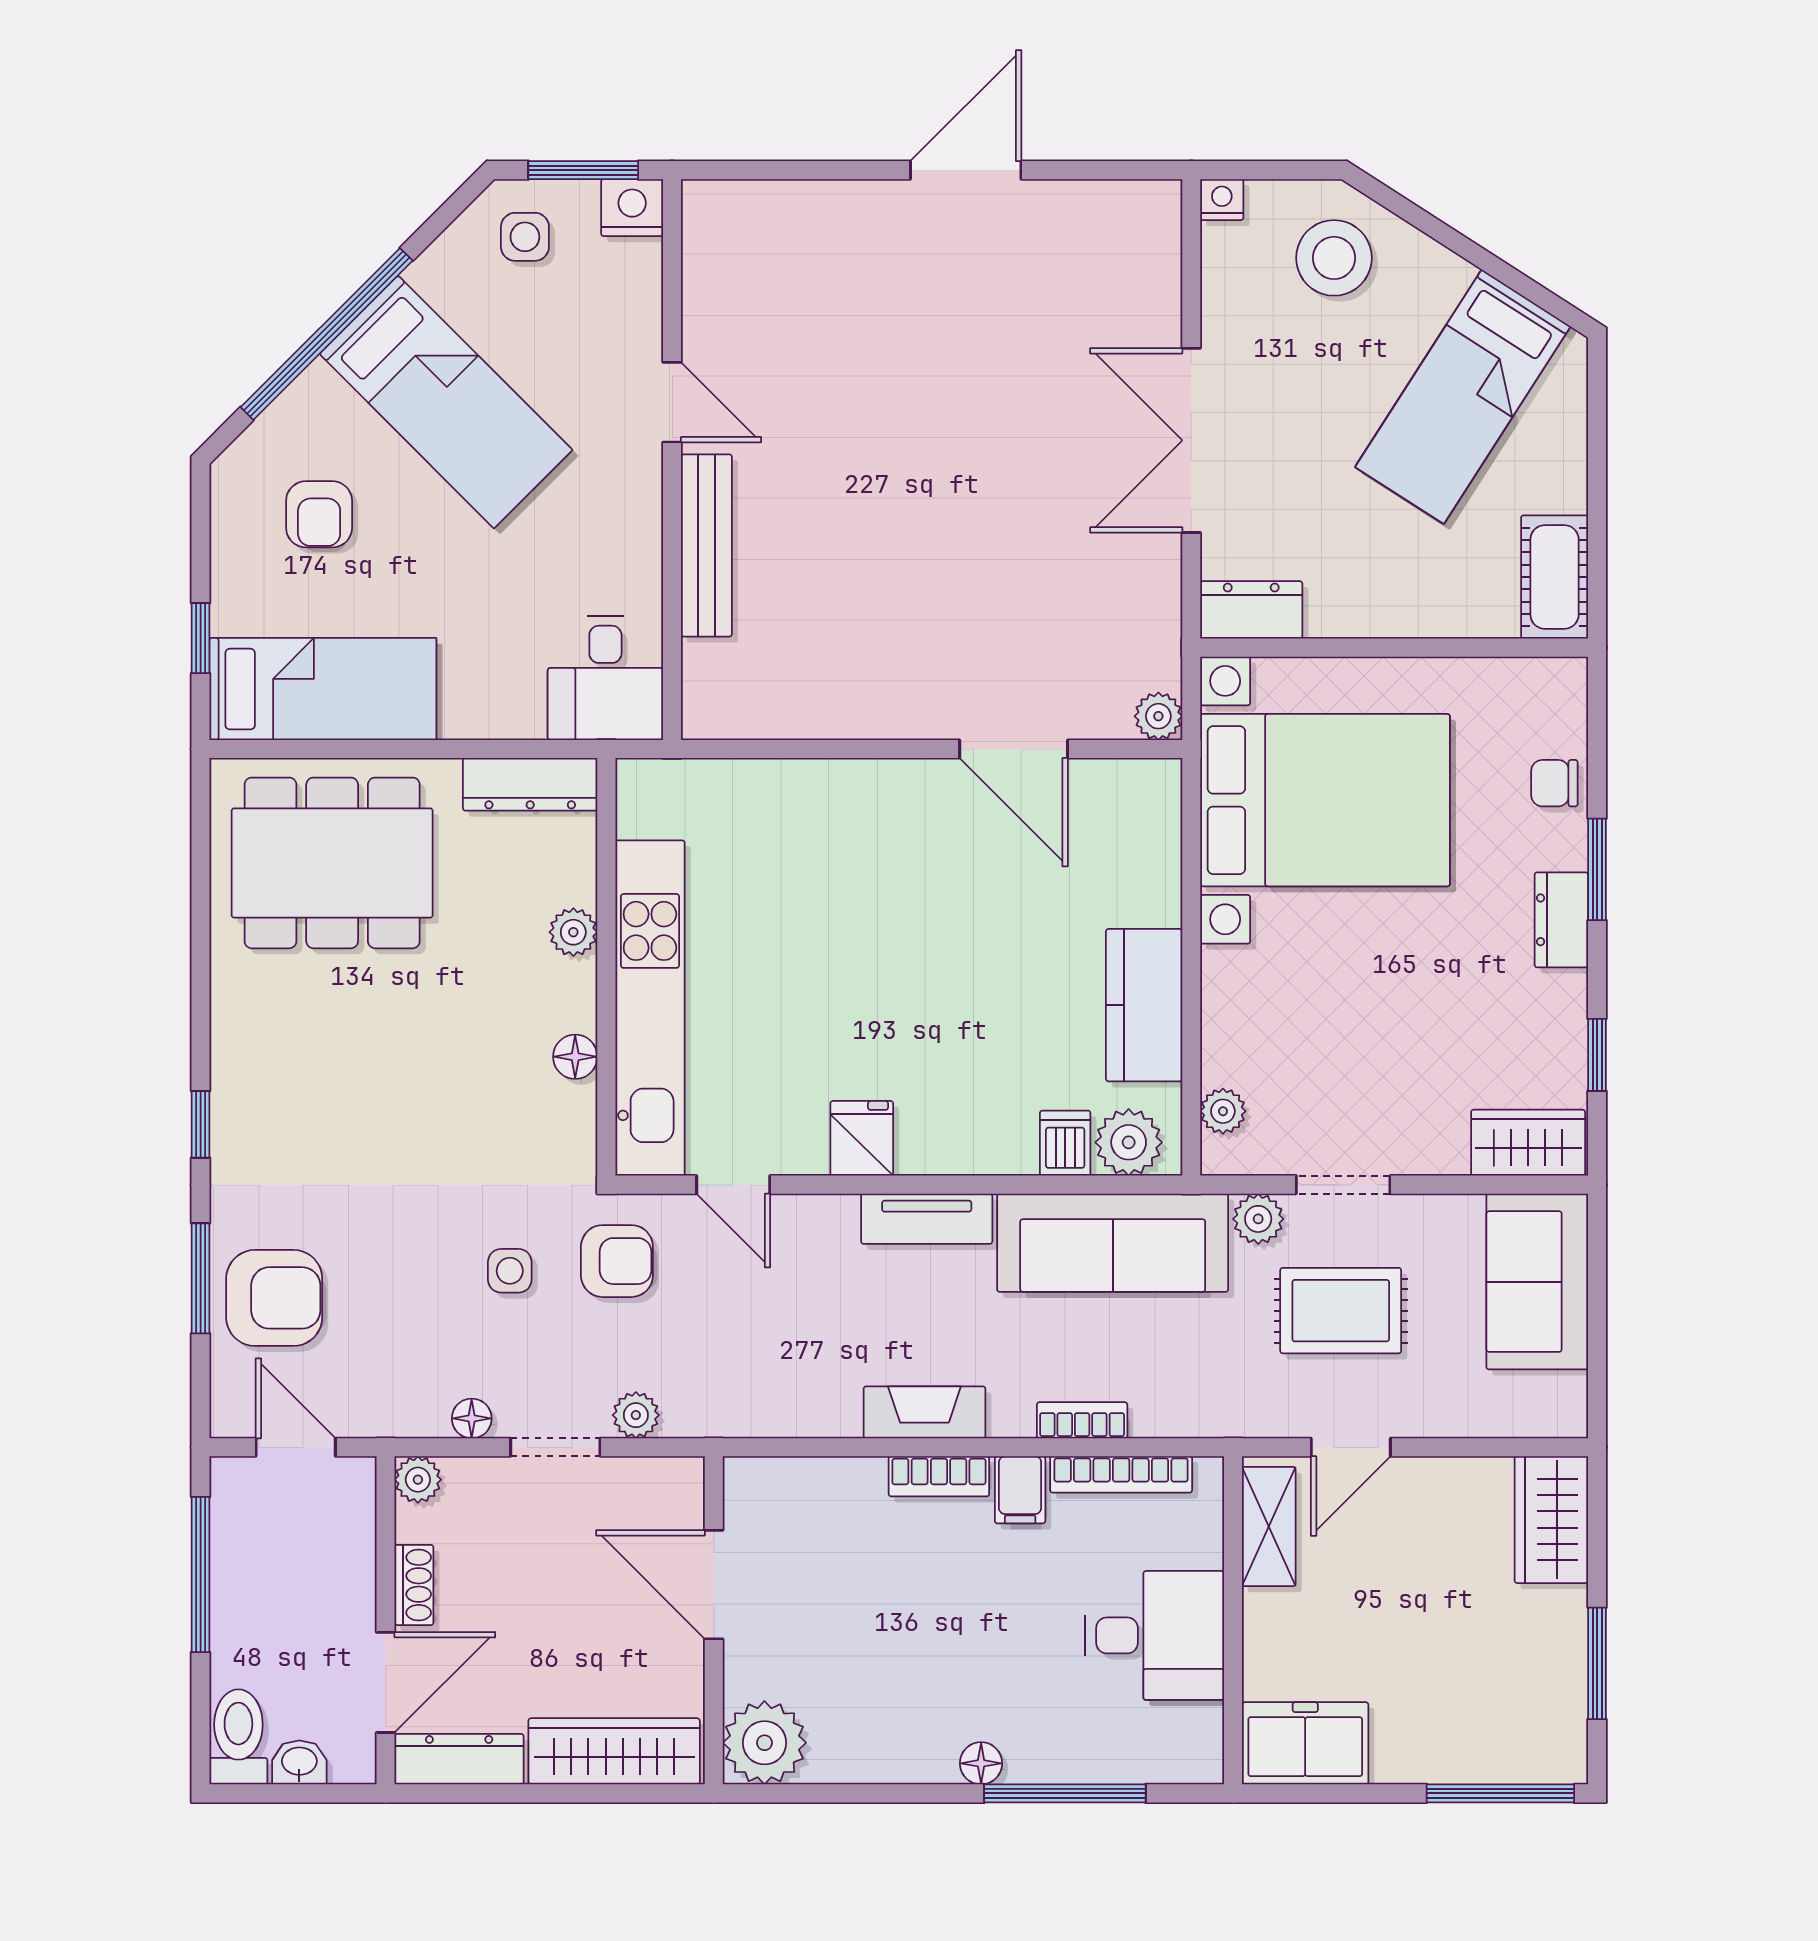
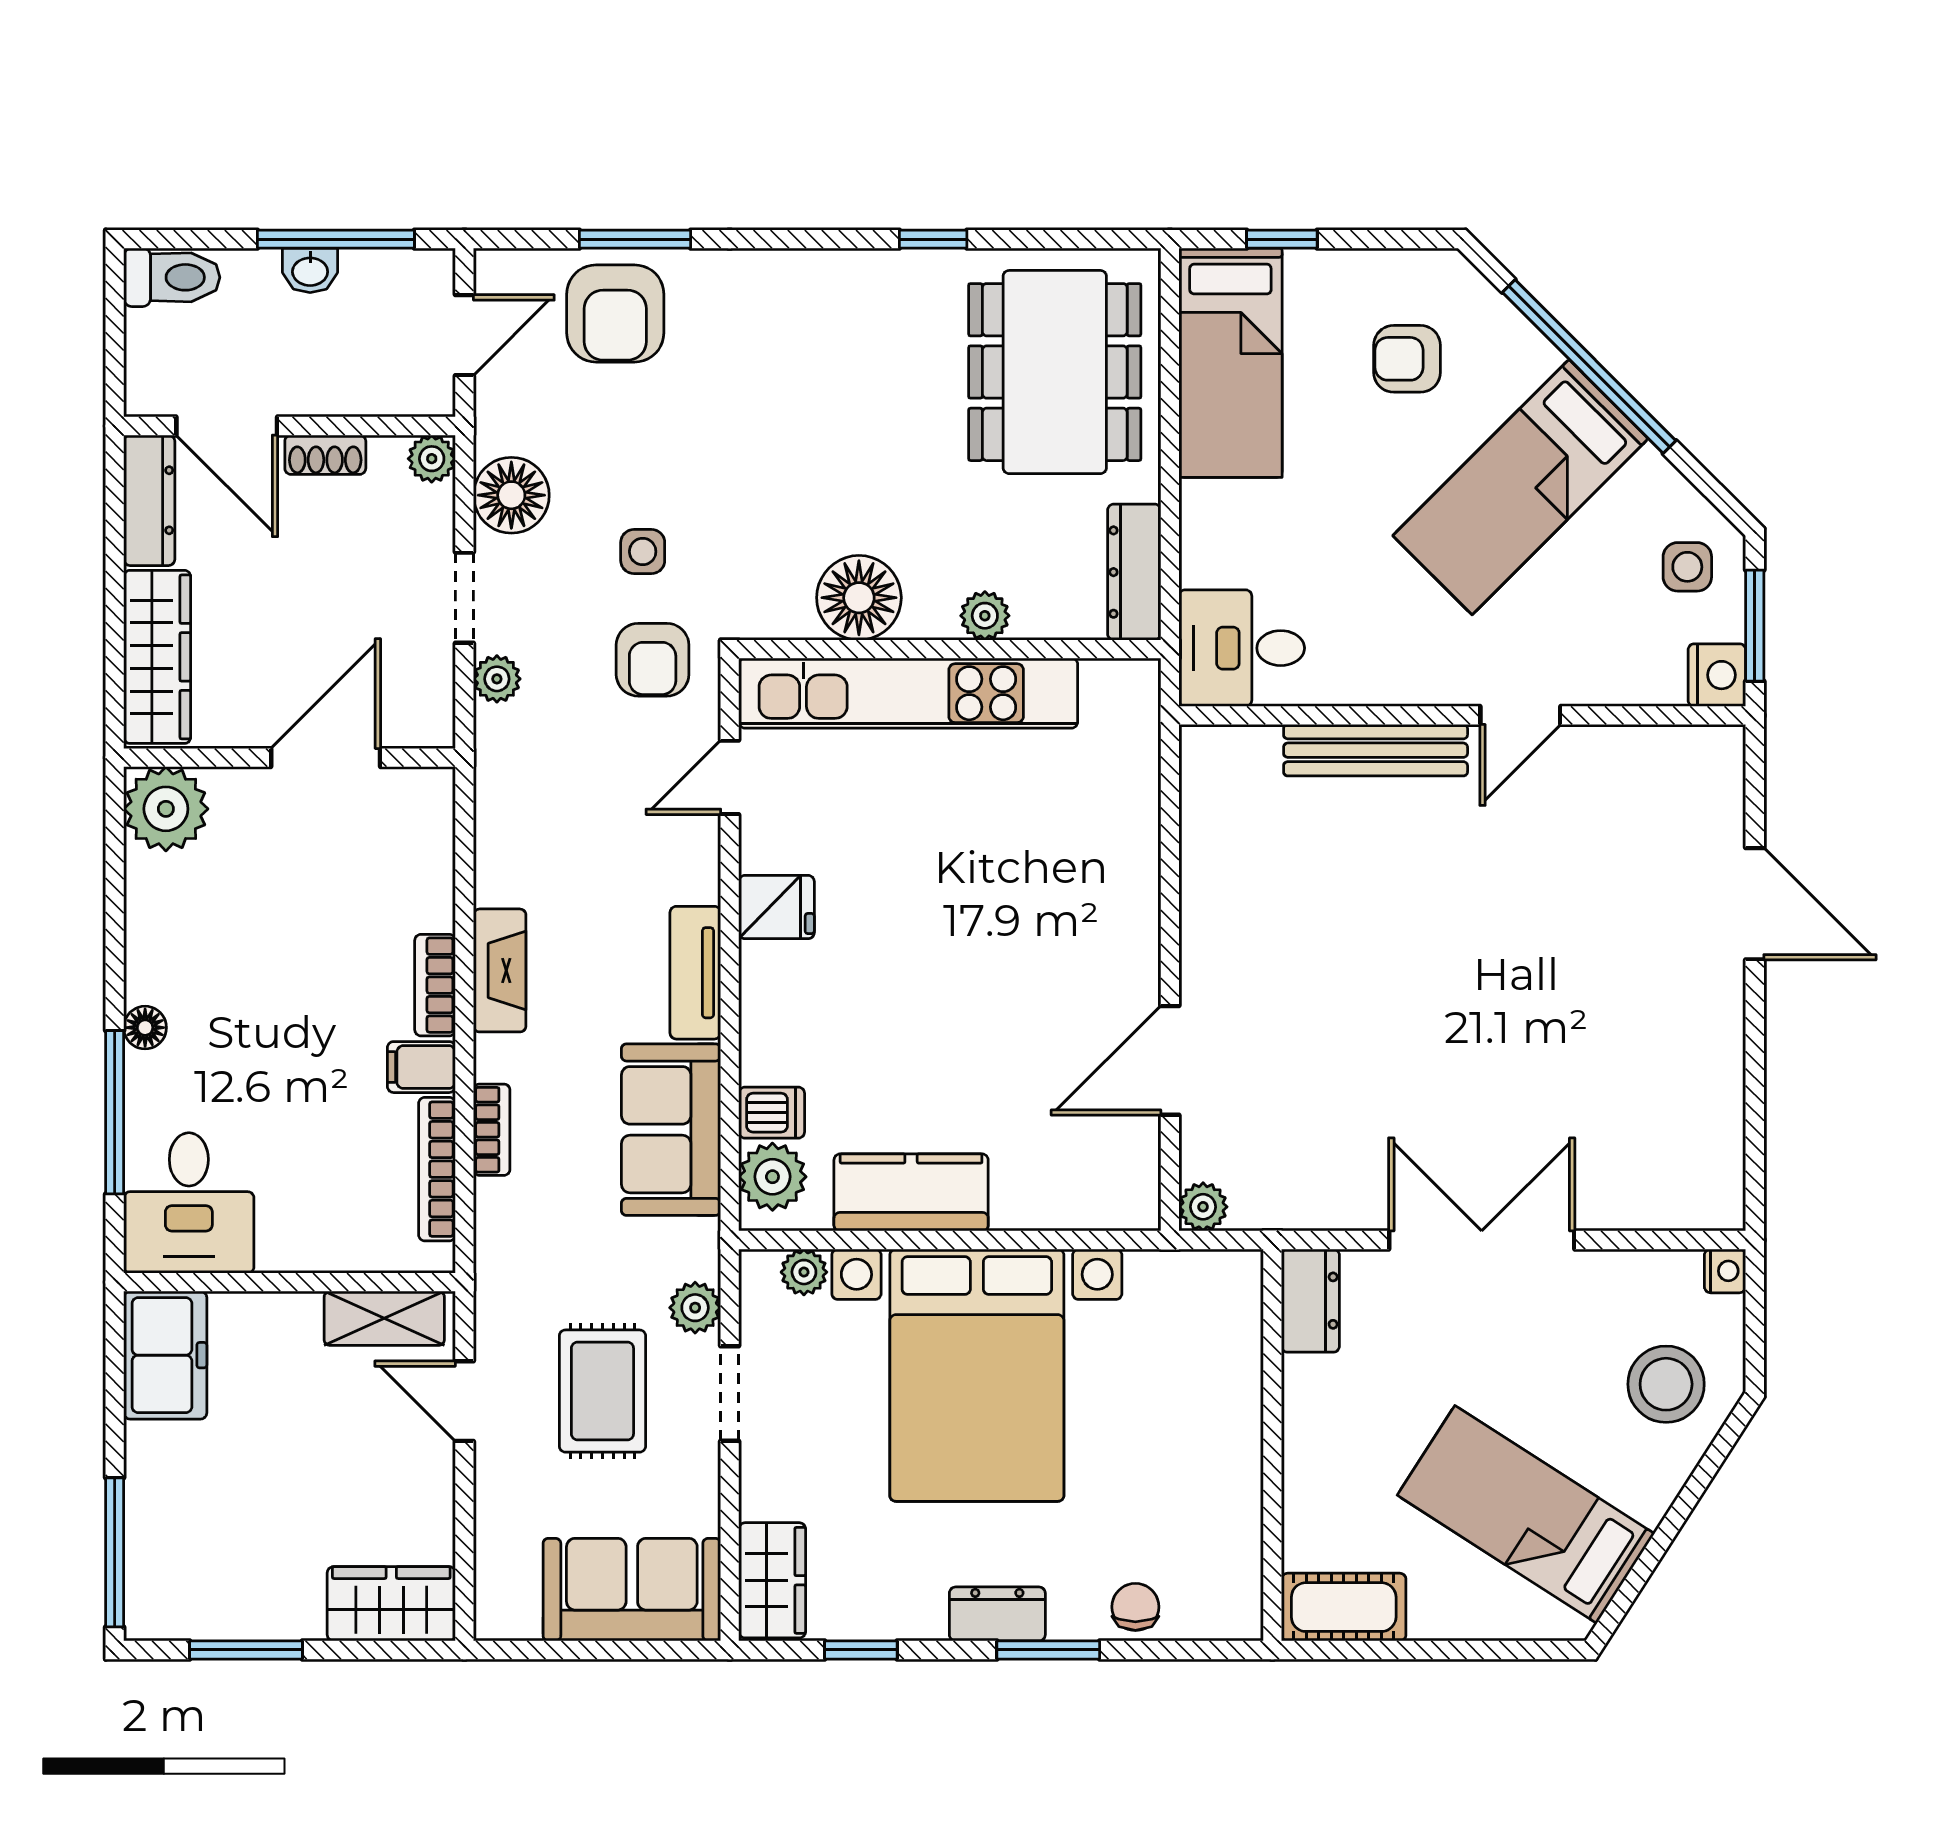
door: (966, 170) -> (1755, 904), moved
bed with nightstands: (1325, 800) -> (977, 1375), moved
floor lamp: (575, 1057) -> (859, 598), width x1.89, depth x1.89
window: (201, 1124) -> (933, 239), moved
sofa: (1113, 1243) -> (671, 1130), width x0.73
floor lamp: (472, 1418) -> (511, 495), width x1.89, depth x1.89
desk: (1155, 1635) -> (189, 1203), moved
washbasin: (299, 1762) -> (310, 270), moved, turned 90

